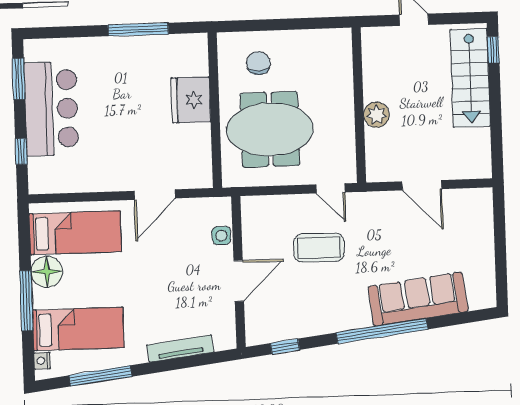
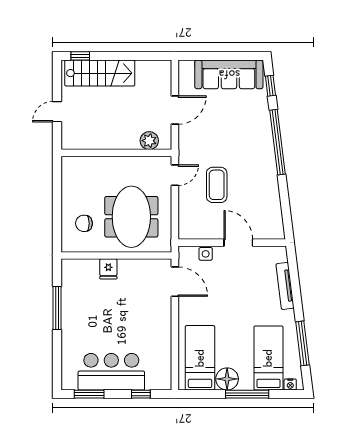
fridge: (191, 100) -> (108, 269), width x0.53, depth x0.75
plant: (376, 115) -> (149, 141), moved
door: (155, 195) -> (175, 282), moved
sofa: (418, 299) -> (229, 74), moved, turned -83
window: (285, 346) -> (270, 86), moved

